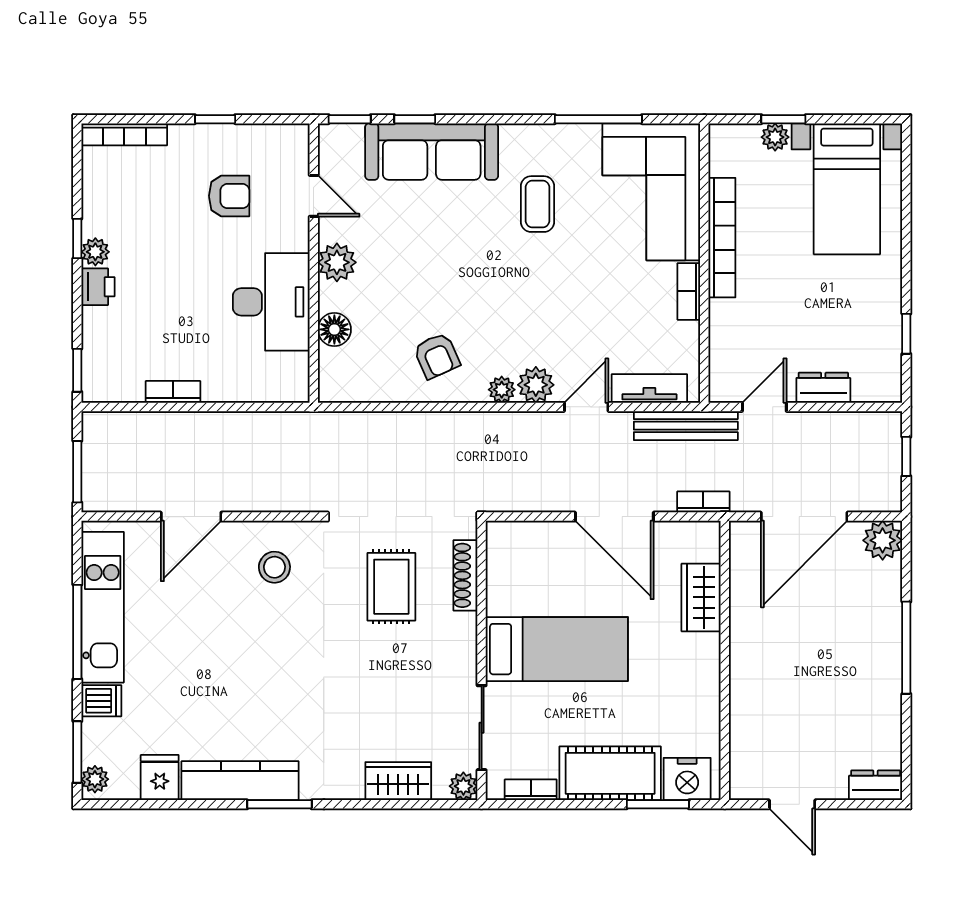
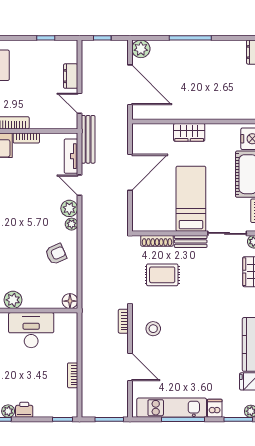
floor lamp: (334, 329) -> (70, 301), moved
bookcase: (703, 502) -> (123, 321), moved
wardrobe: (701, 597) -> (189, 132), moved
bench: (464, 649) -> (191, 241), added

